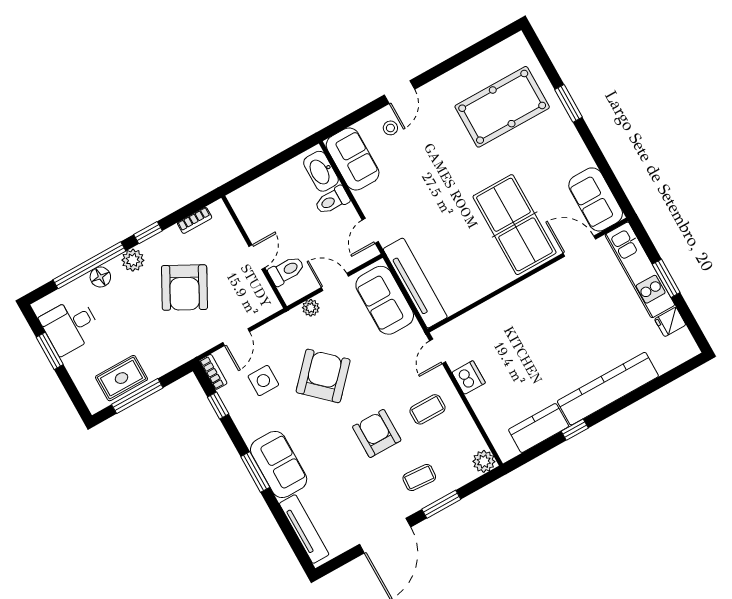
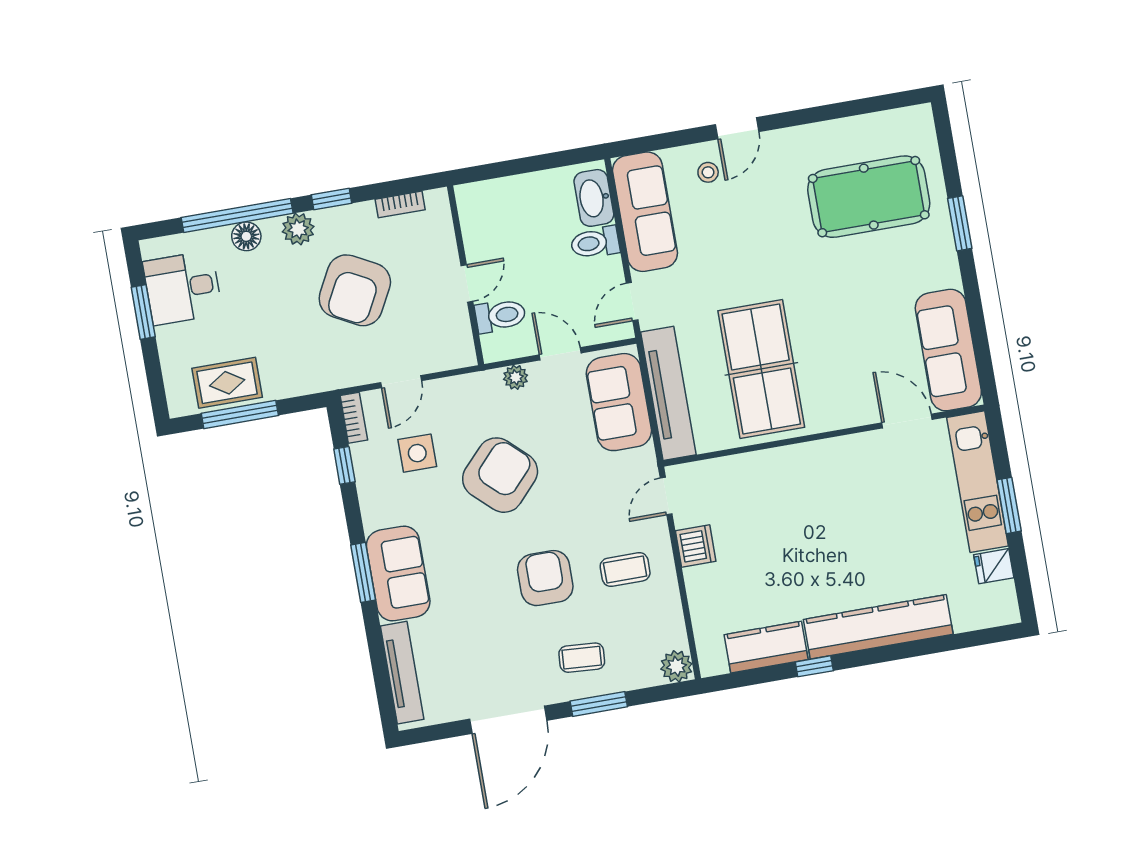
sofa: (353, 159) -> (645, 212), width x1.36
sofa: (596, 199) -> (948, 350), width x1.36
table tennis table: (514, 225) -> (761, 369), moved

